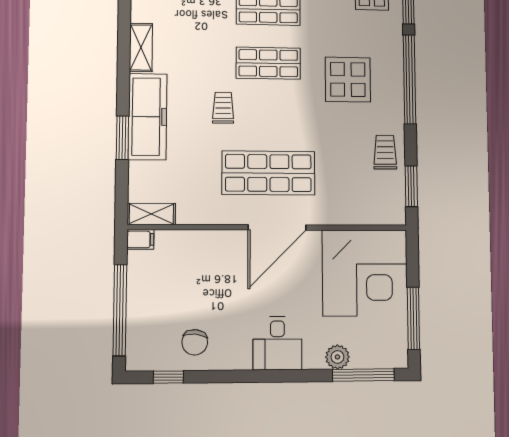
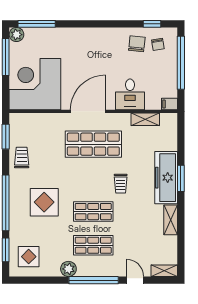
window: (122, 138) -> (181, 178), moved
trolley: (385, 152) -> (22, 157), turned 180
shelving: (151, 214) -> (145, 119), moved
chair: (159, 342) -> (158, 44), added
desk: (277, 343) -> (130, 94), moved, turned 180
plant: (337, 357) -> (16, 35), moved

